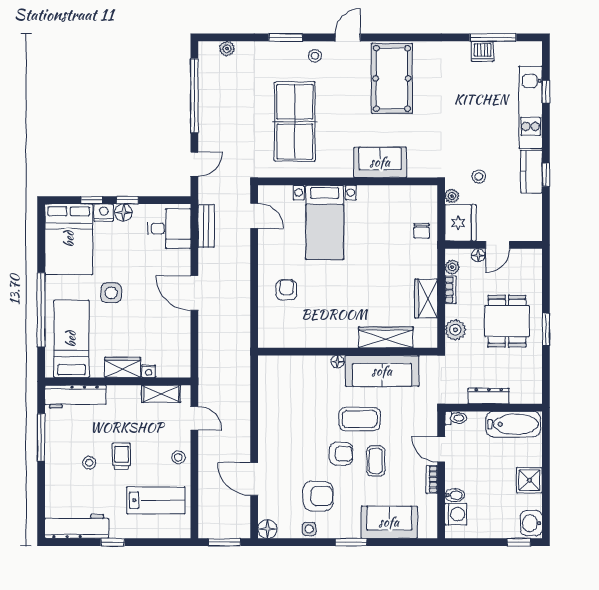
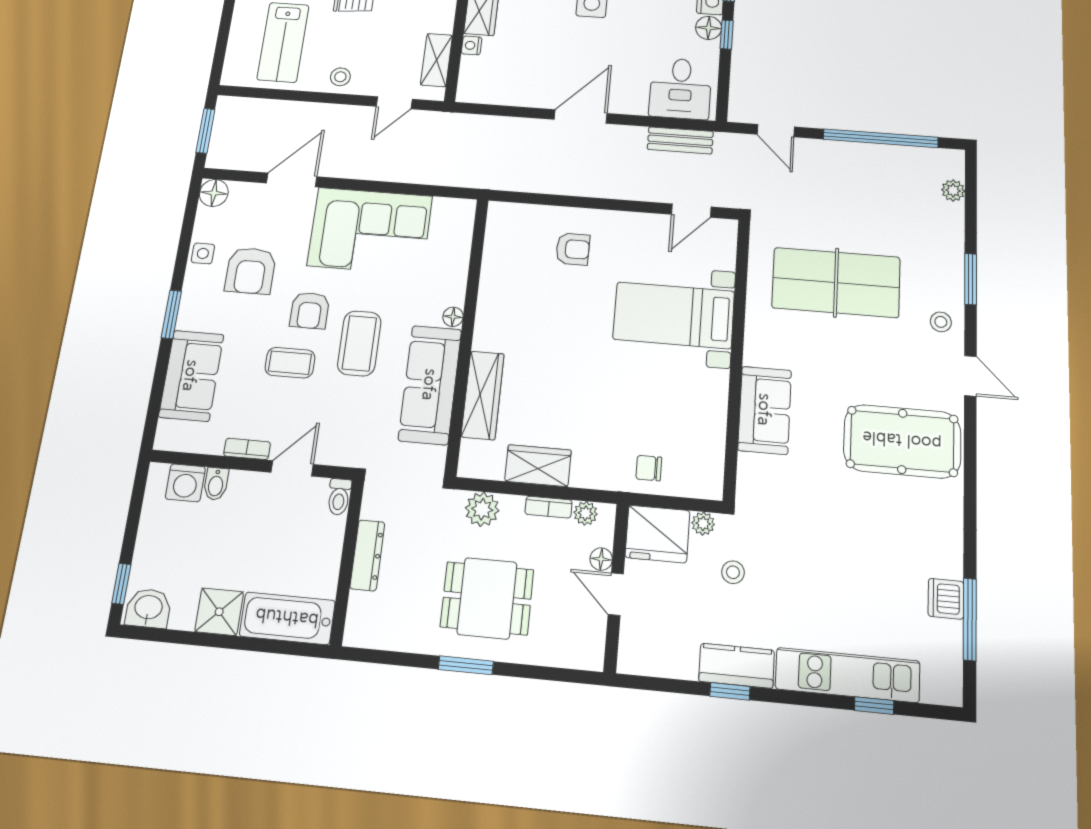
corner sofa: (285, 422) -> (370, 231), added
bathtub: (513, 424) -> (287, 618), moved, turned 90

